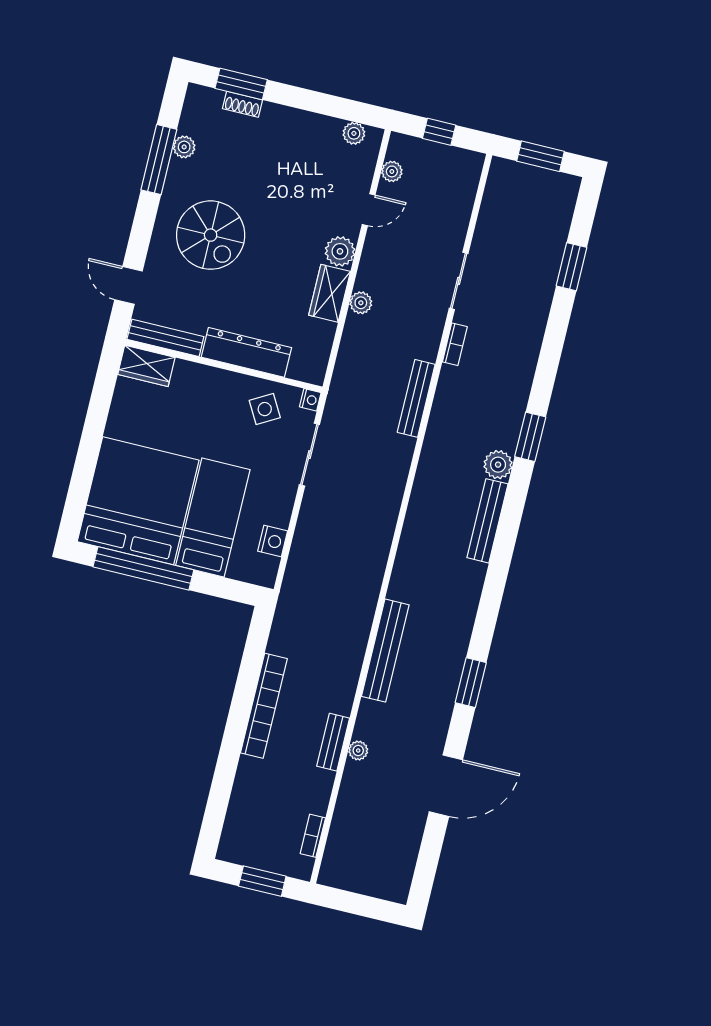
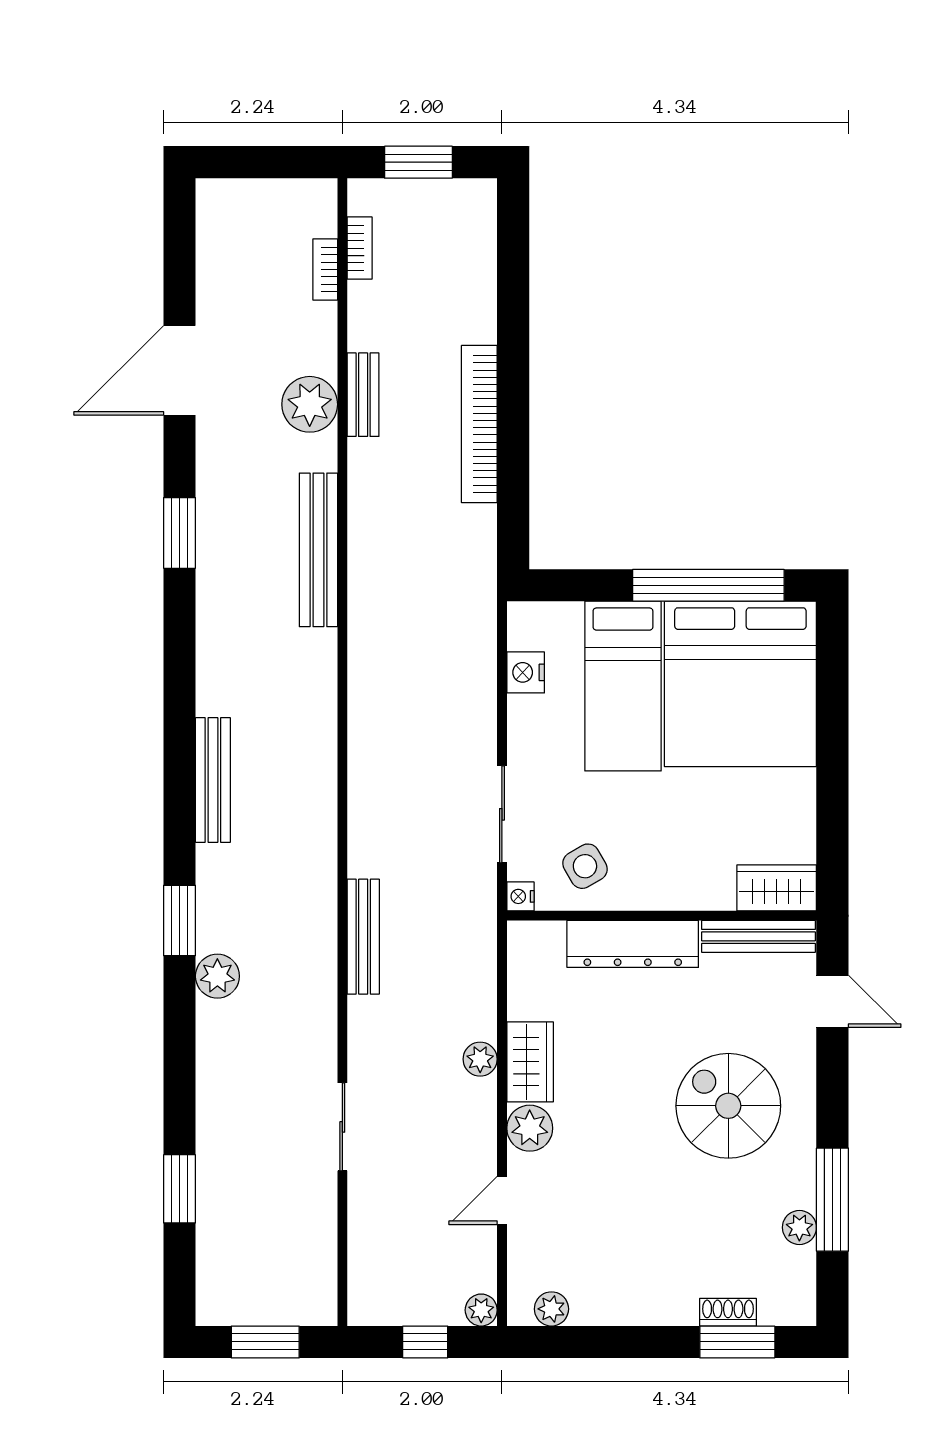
plant: (392, 171) -> (481, 1310), moved
bookcase: (455, 344) -> (325, 269), moved
plant: (498, 465) -> (217, 976), moved
plant: (358, 751) -> (310, 404), width x1.87, depth x1.87

